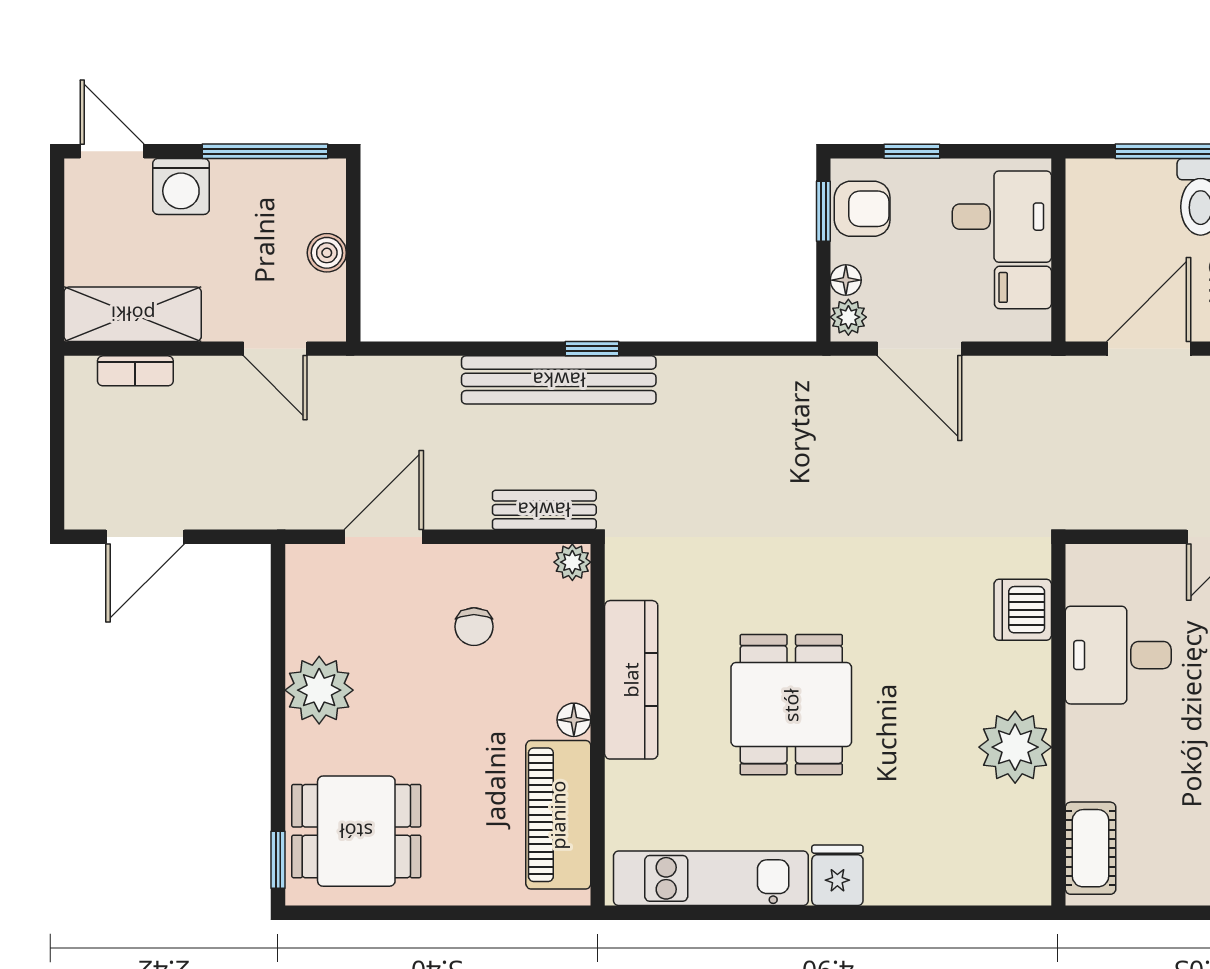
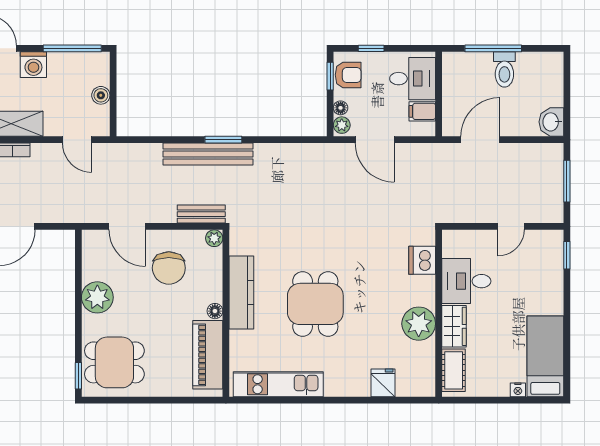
window: (592, 349) -> (223, 140), width x1.50
door: (384, 537) -> (127, 226), swing flipped
chair: (474, 627) -> (169, 268), width x1.87, depth x1.87
wardrobe: (1092, 753) -> (454, 326), added
fridge: (837, 875) -> (383, 383), moved

